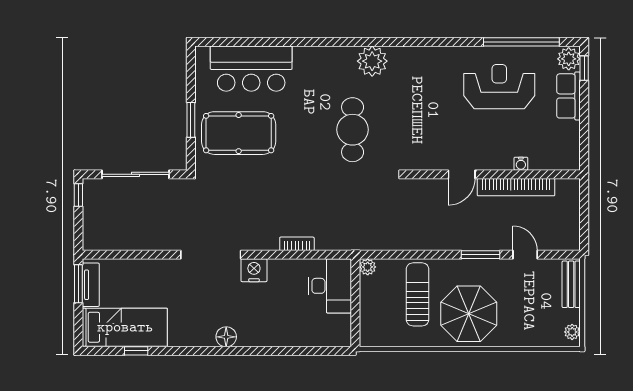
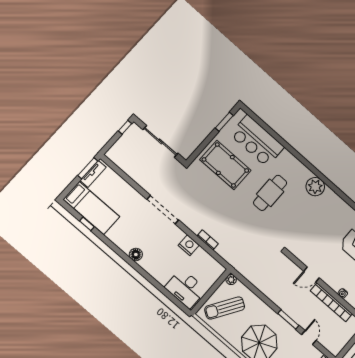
window: (191, 120) -> (224, 122), moved
cafe table: (353, 130) -> (270, 193), moved
nightstand: (254, 270) -> (189, 245), moved
desk: (330, 286) -> (186, 288), moved, turned 90
sun lounger: (418, 294) -> (225, 308), moved, turned -147

